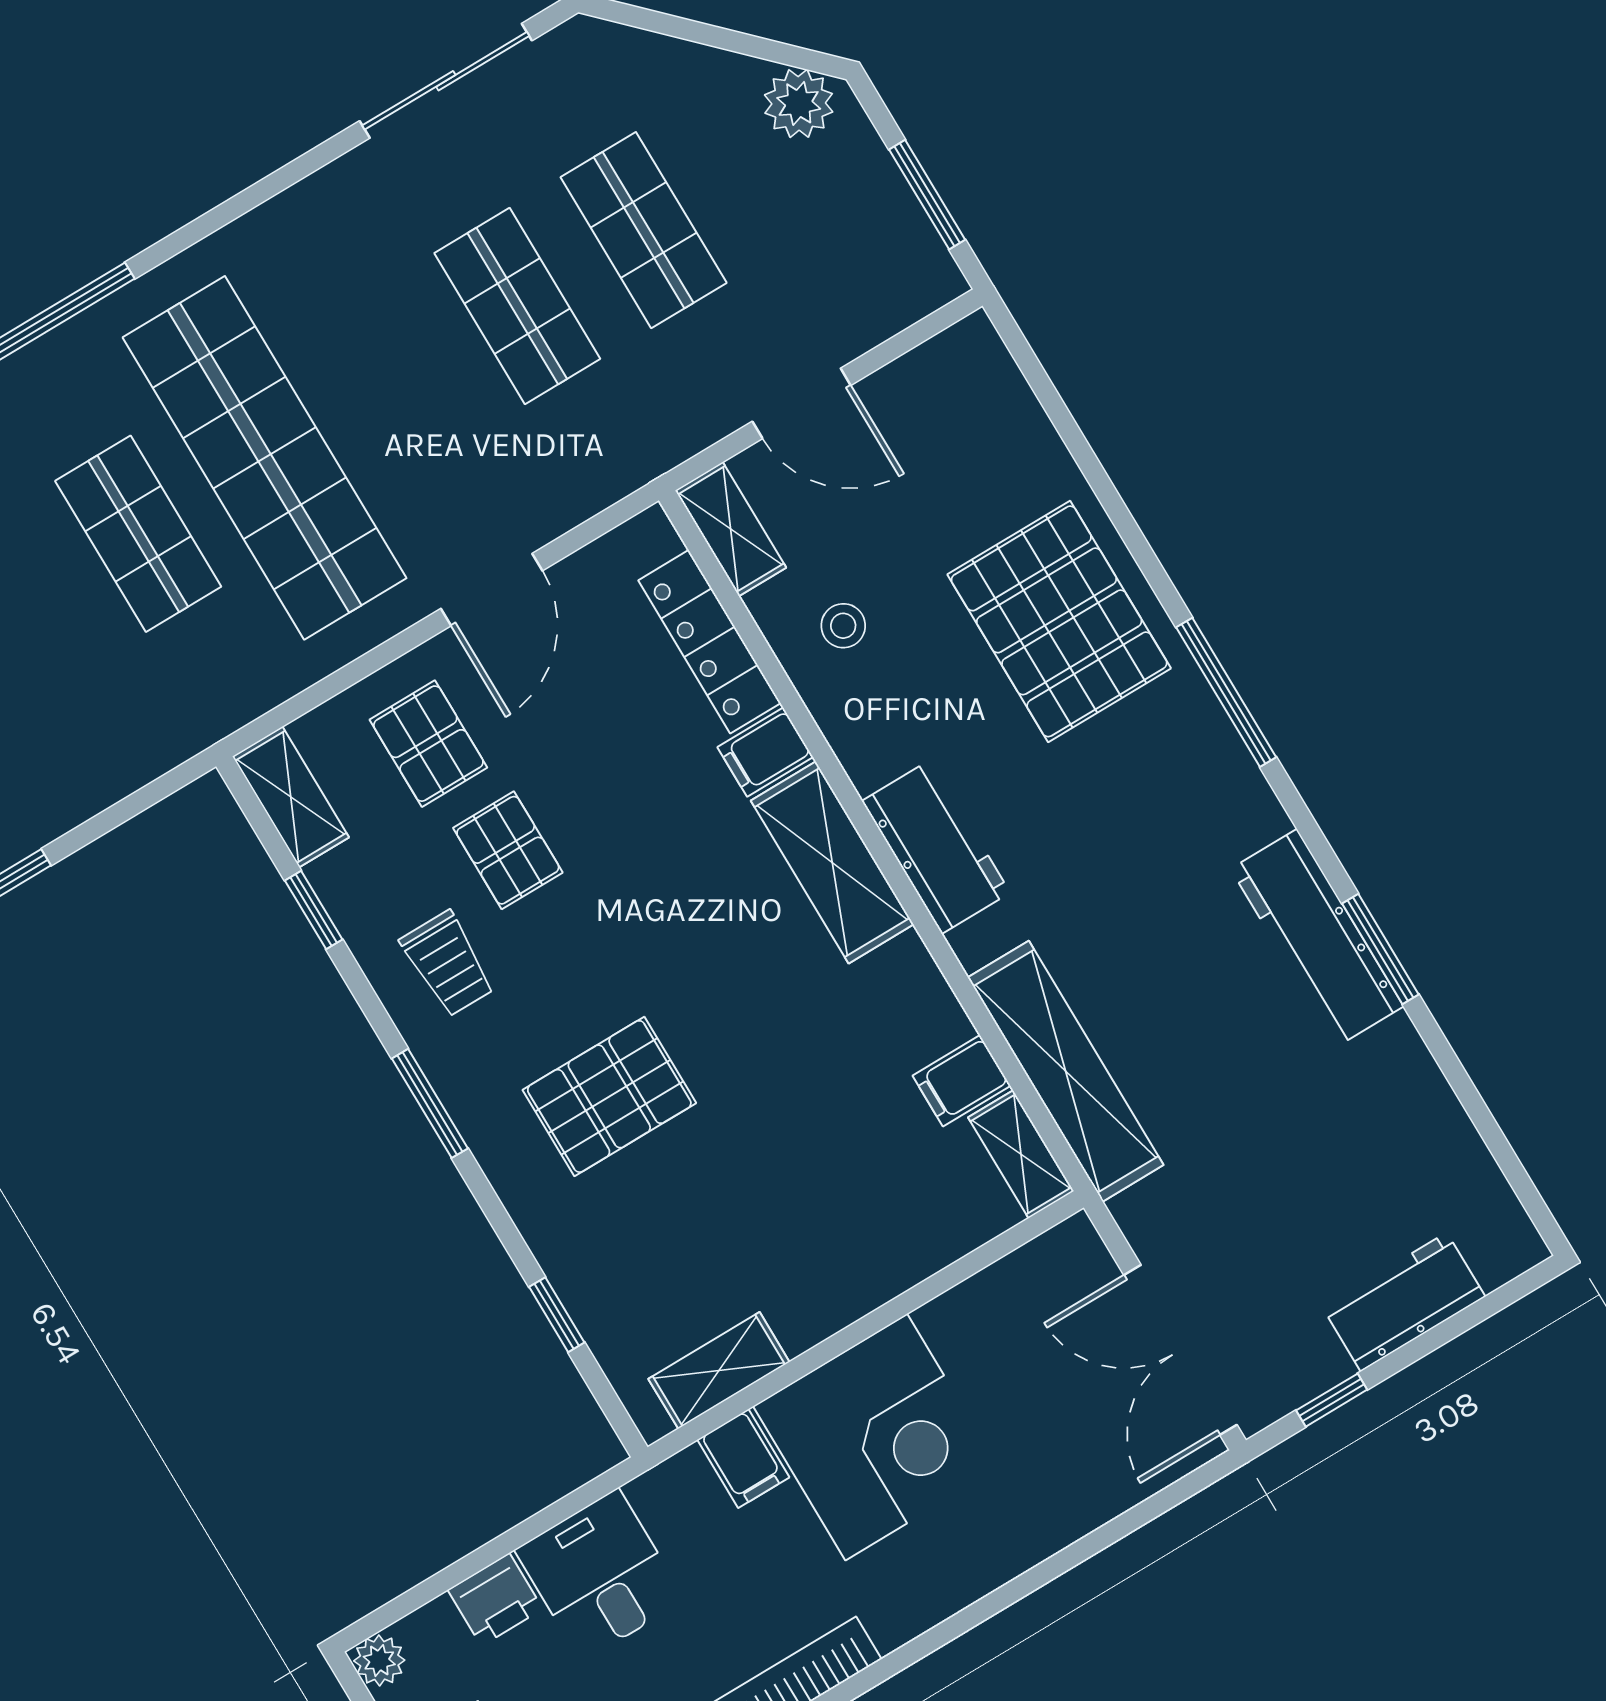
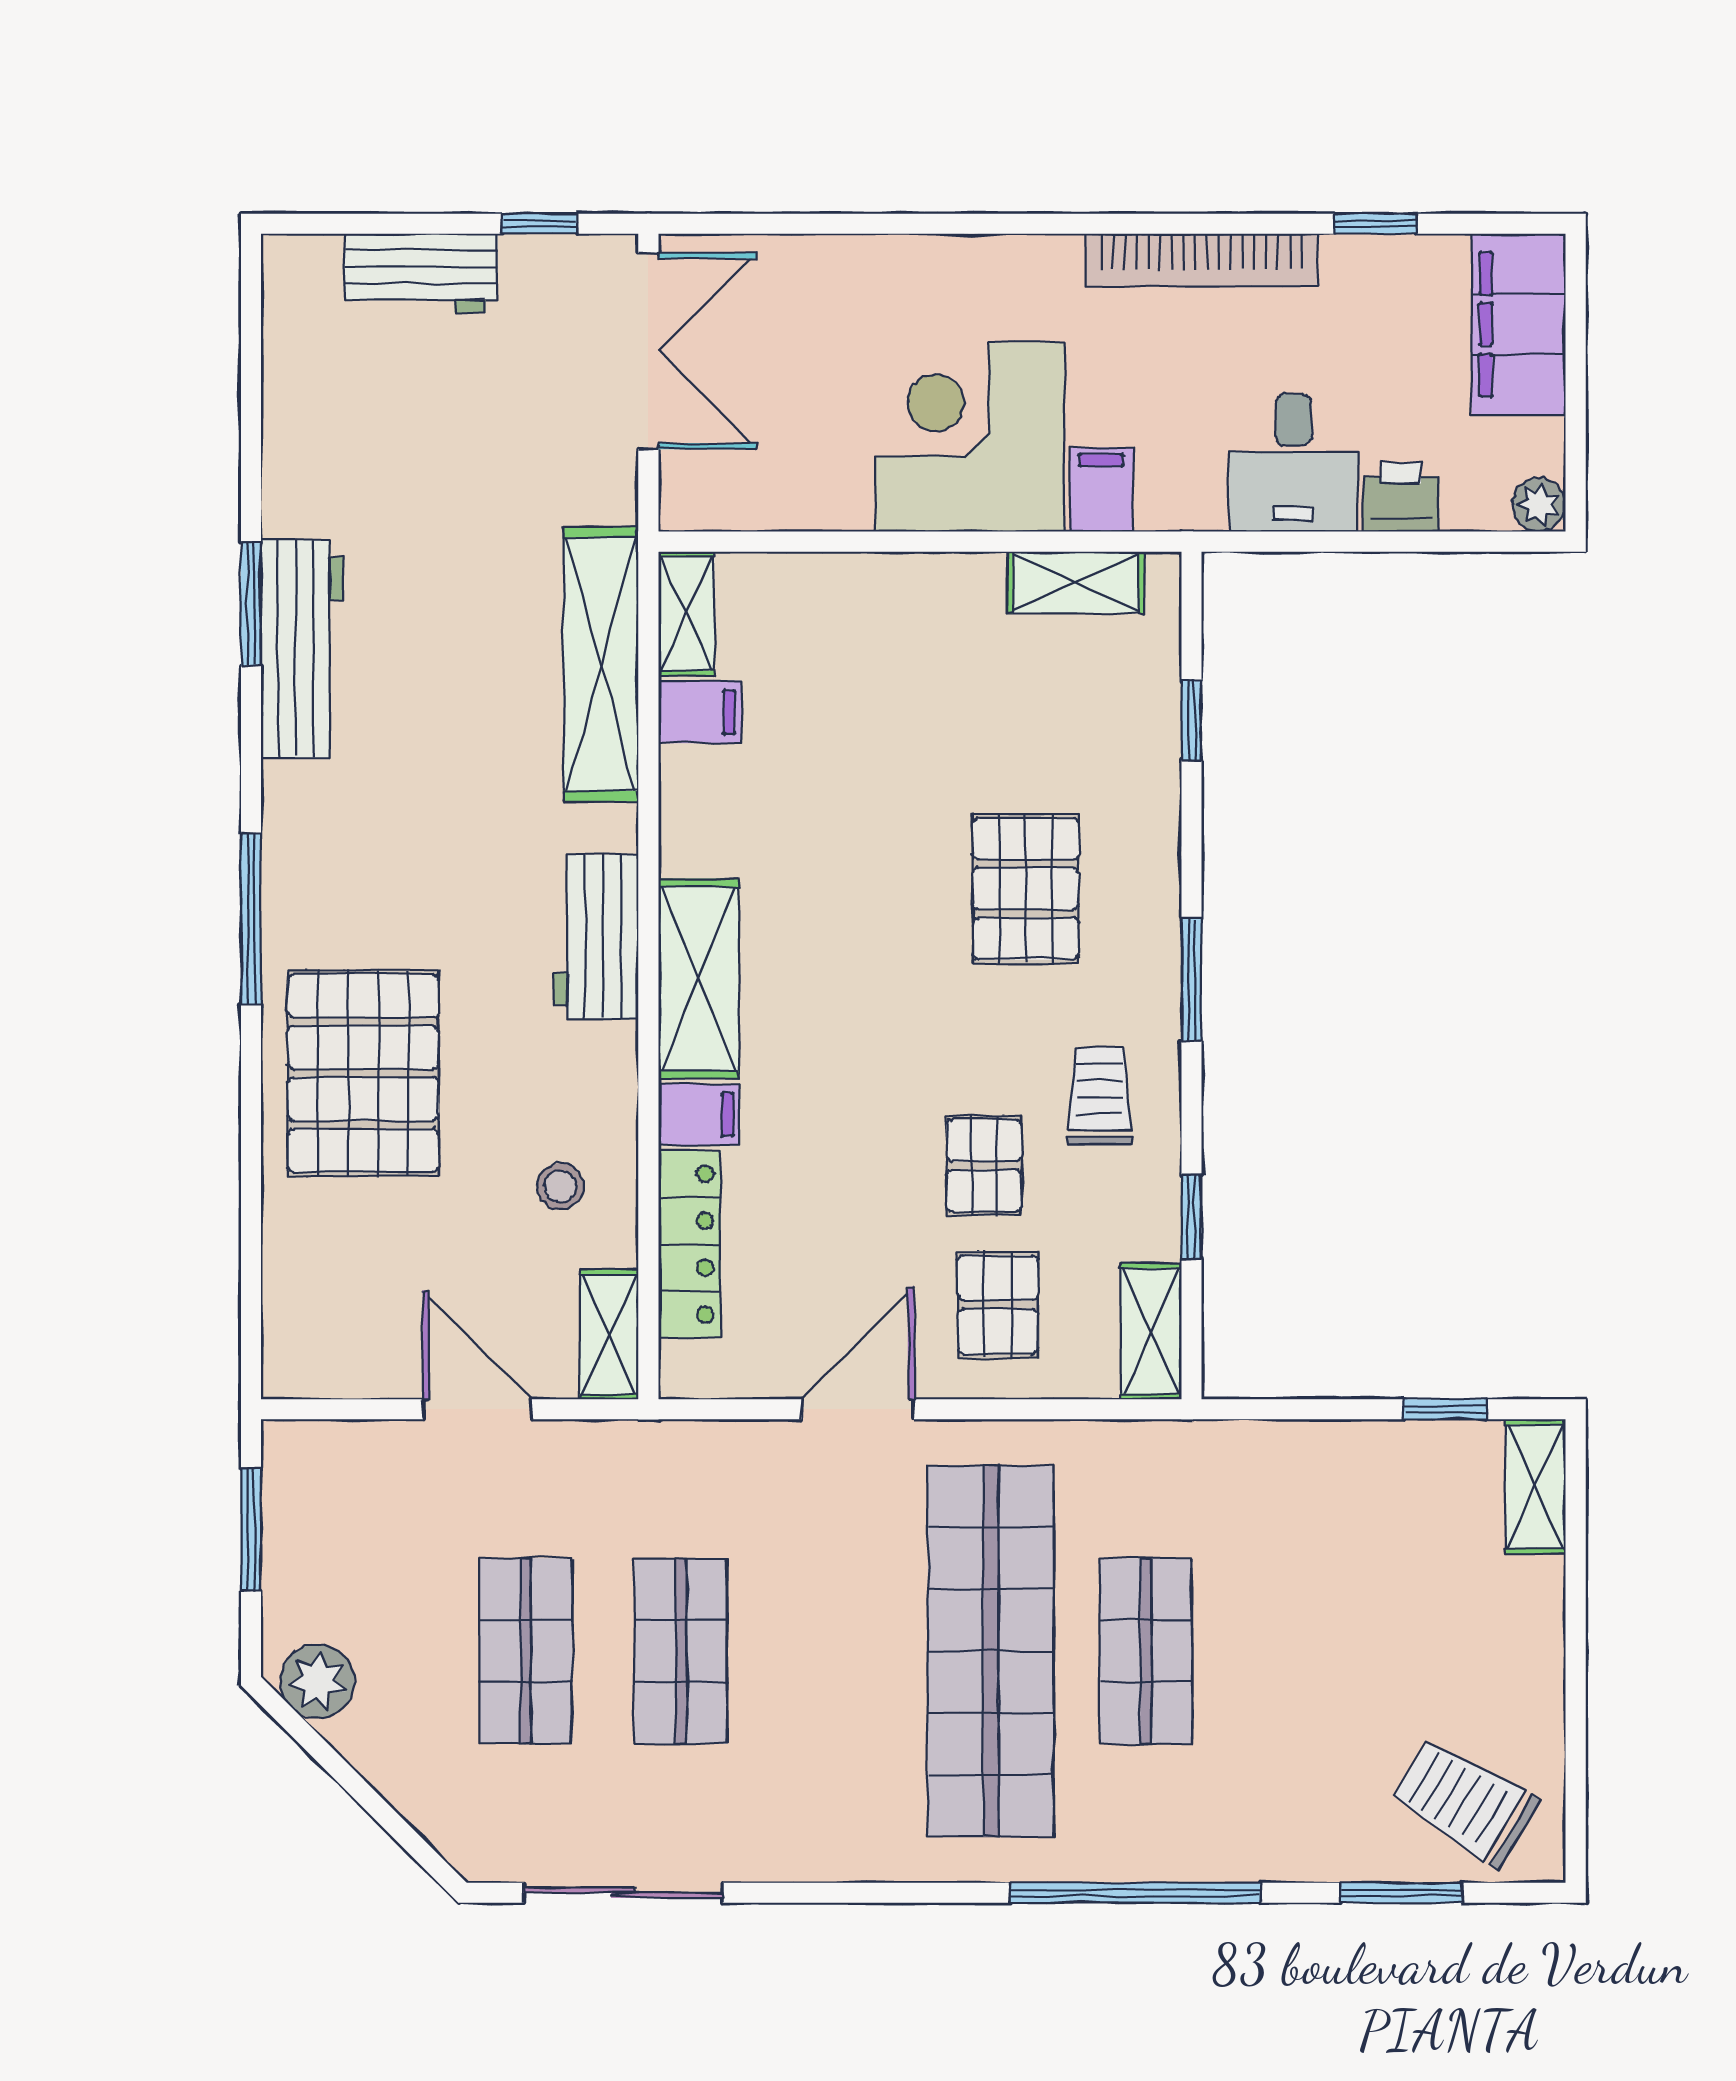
pallet: (609, 1096) -> (1026, 889), turned 90

